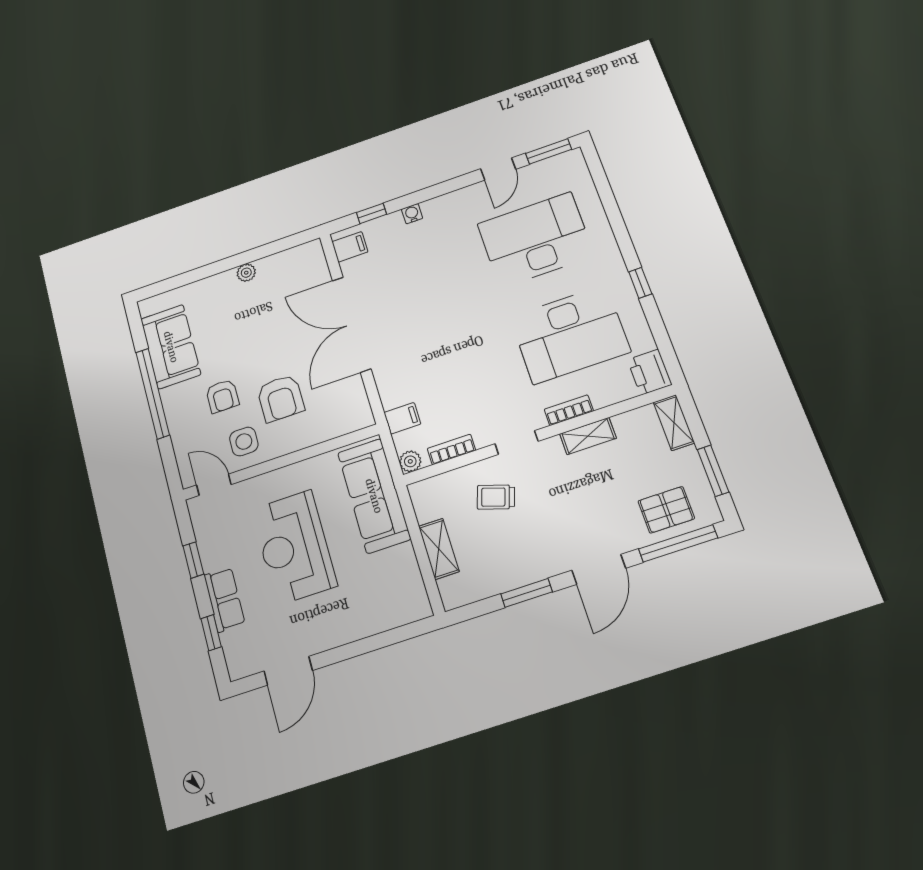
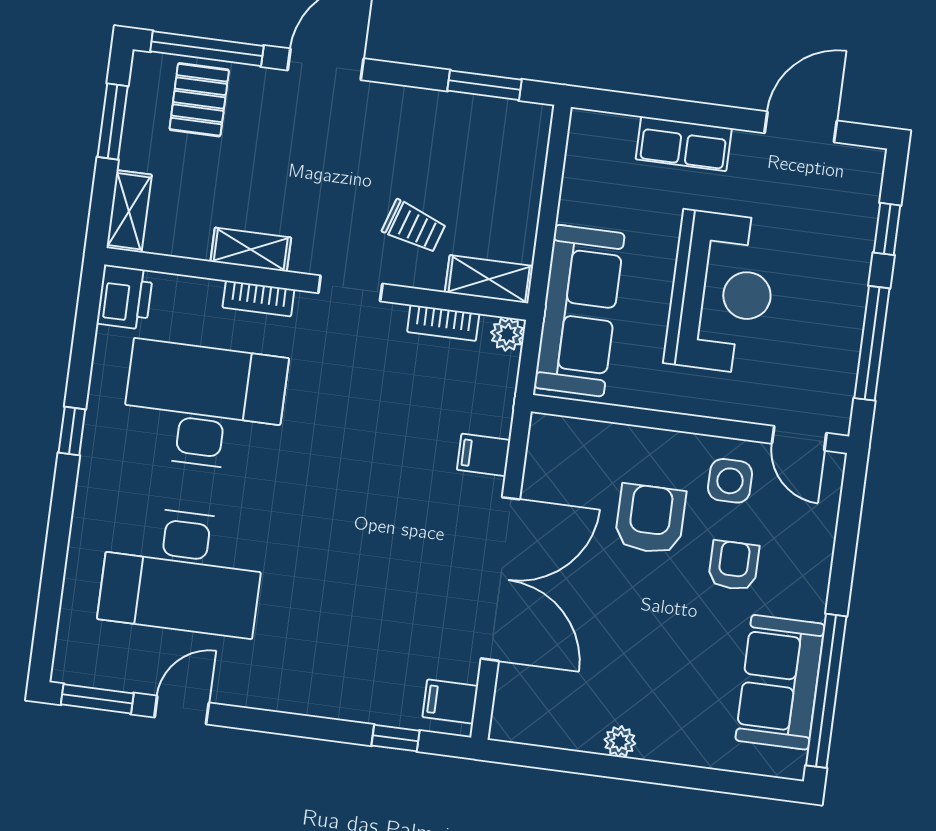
water cooler: (412, 214) -> (337, 706), removed
window: (153, 393) -> (826, 691), moved
filing cabinet: (402, 418) -> (484, 455), moved
pallet: (666, 510) -> (199, 100), turned 90
shelving: (439, 549) -> (489, 279), moved, turned 90
window: (193, 560) -> (872, 343), width x2.17
window: (527, 593) -> (485, 85), moved
row of seats: (224, 599) -> (684, 144), moved, turned -90

